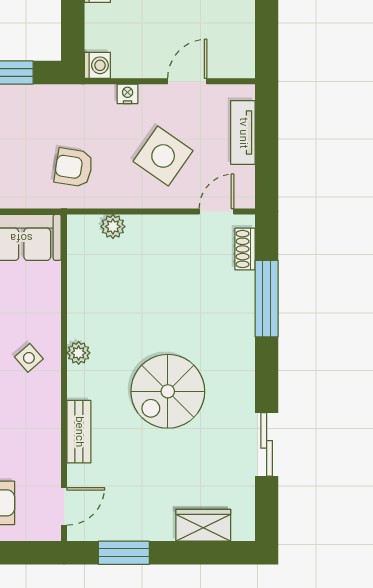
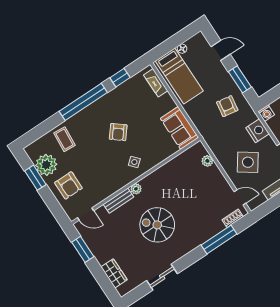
nightstand: (128, 94) -> (258, 131), width x1.89, depth x1.79
armchair: (74, 167) -> (227, 106), moved
plant: (79, 353) -> (136, 189), moved

